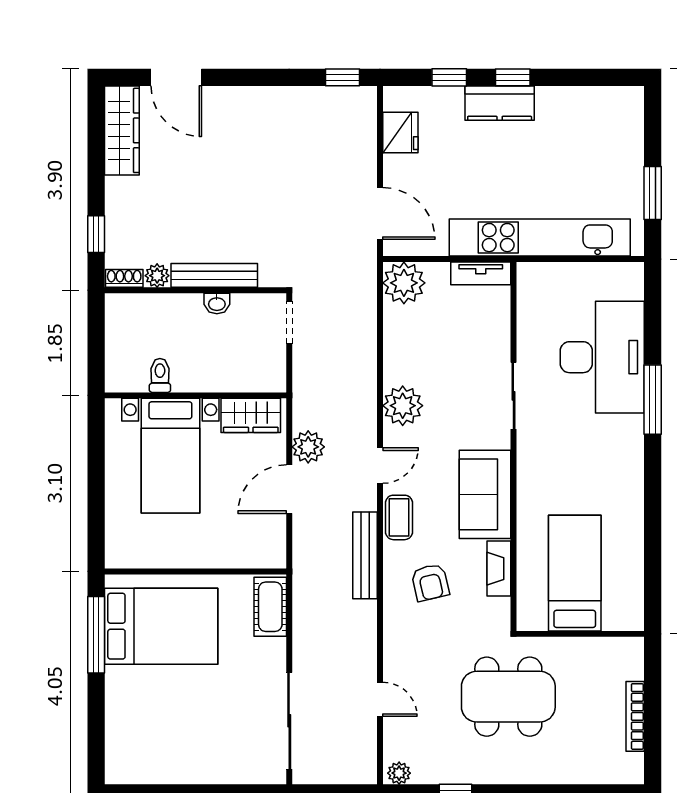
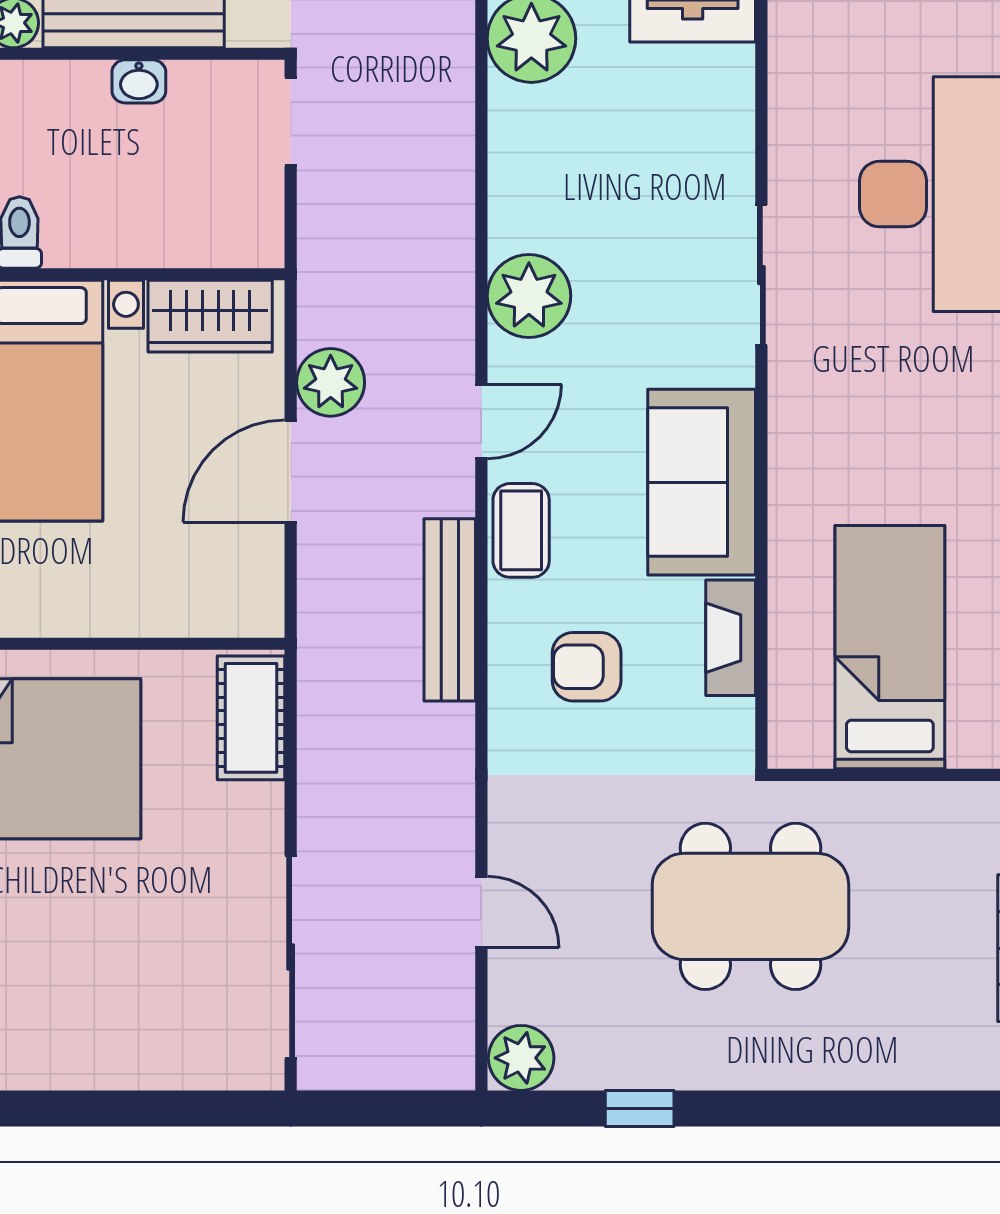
armchair: (430, 582) -> (587, 667), turned 103
plant: (399, 773) -> (521, 1058), width x1.38, depth x1.38

